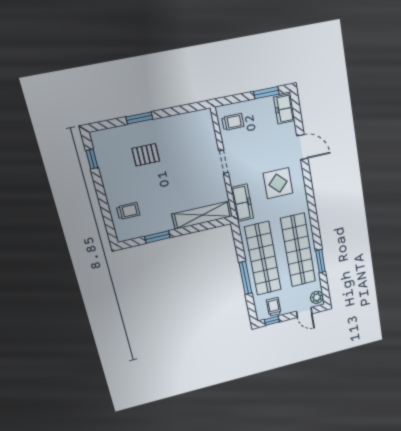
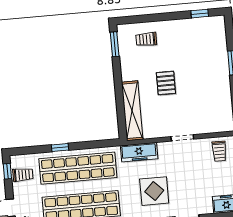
pallet: (146, 155) -> (166, 83), moved
trolley: (128, 211) -> (146, 39), turned 90
window: (157, 237) -> (115, 44), moved
window: (245, 278) -> (60, 147), width x0.46

